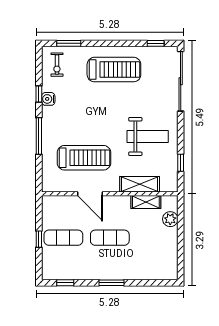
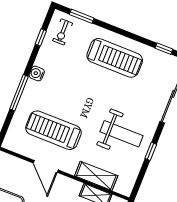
window: (39, 94) -> (41, 37), moved
water cooler: (48, 99) -> (37, 74), moved
treadmill: (84, 158) -> (53, 130), turned 180
window: (181, 163) -> (151, 151), moved

